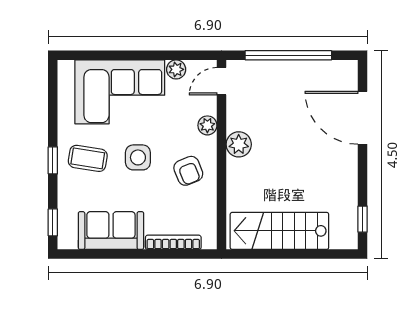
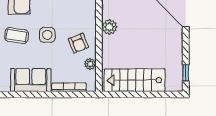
plant: (207, 125) -> (90, 64), moved

